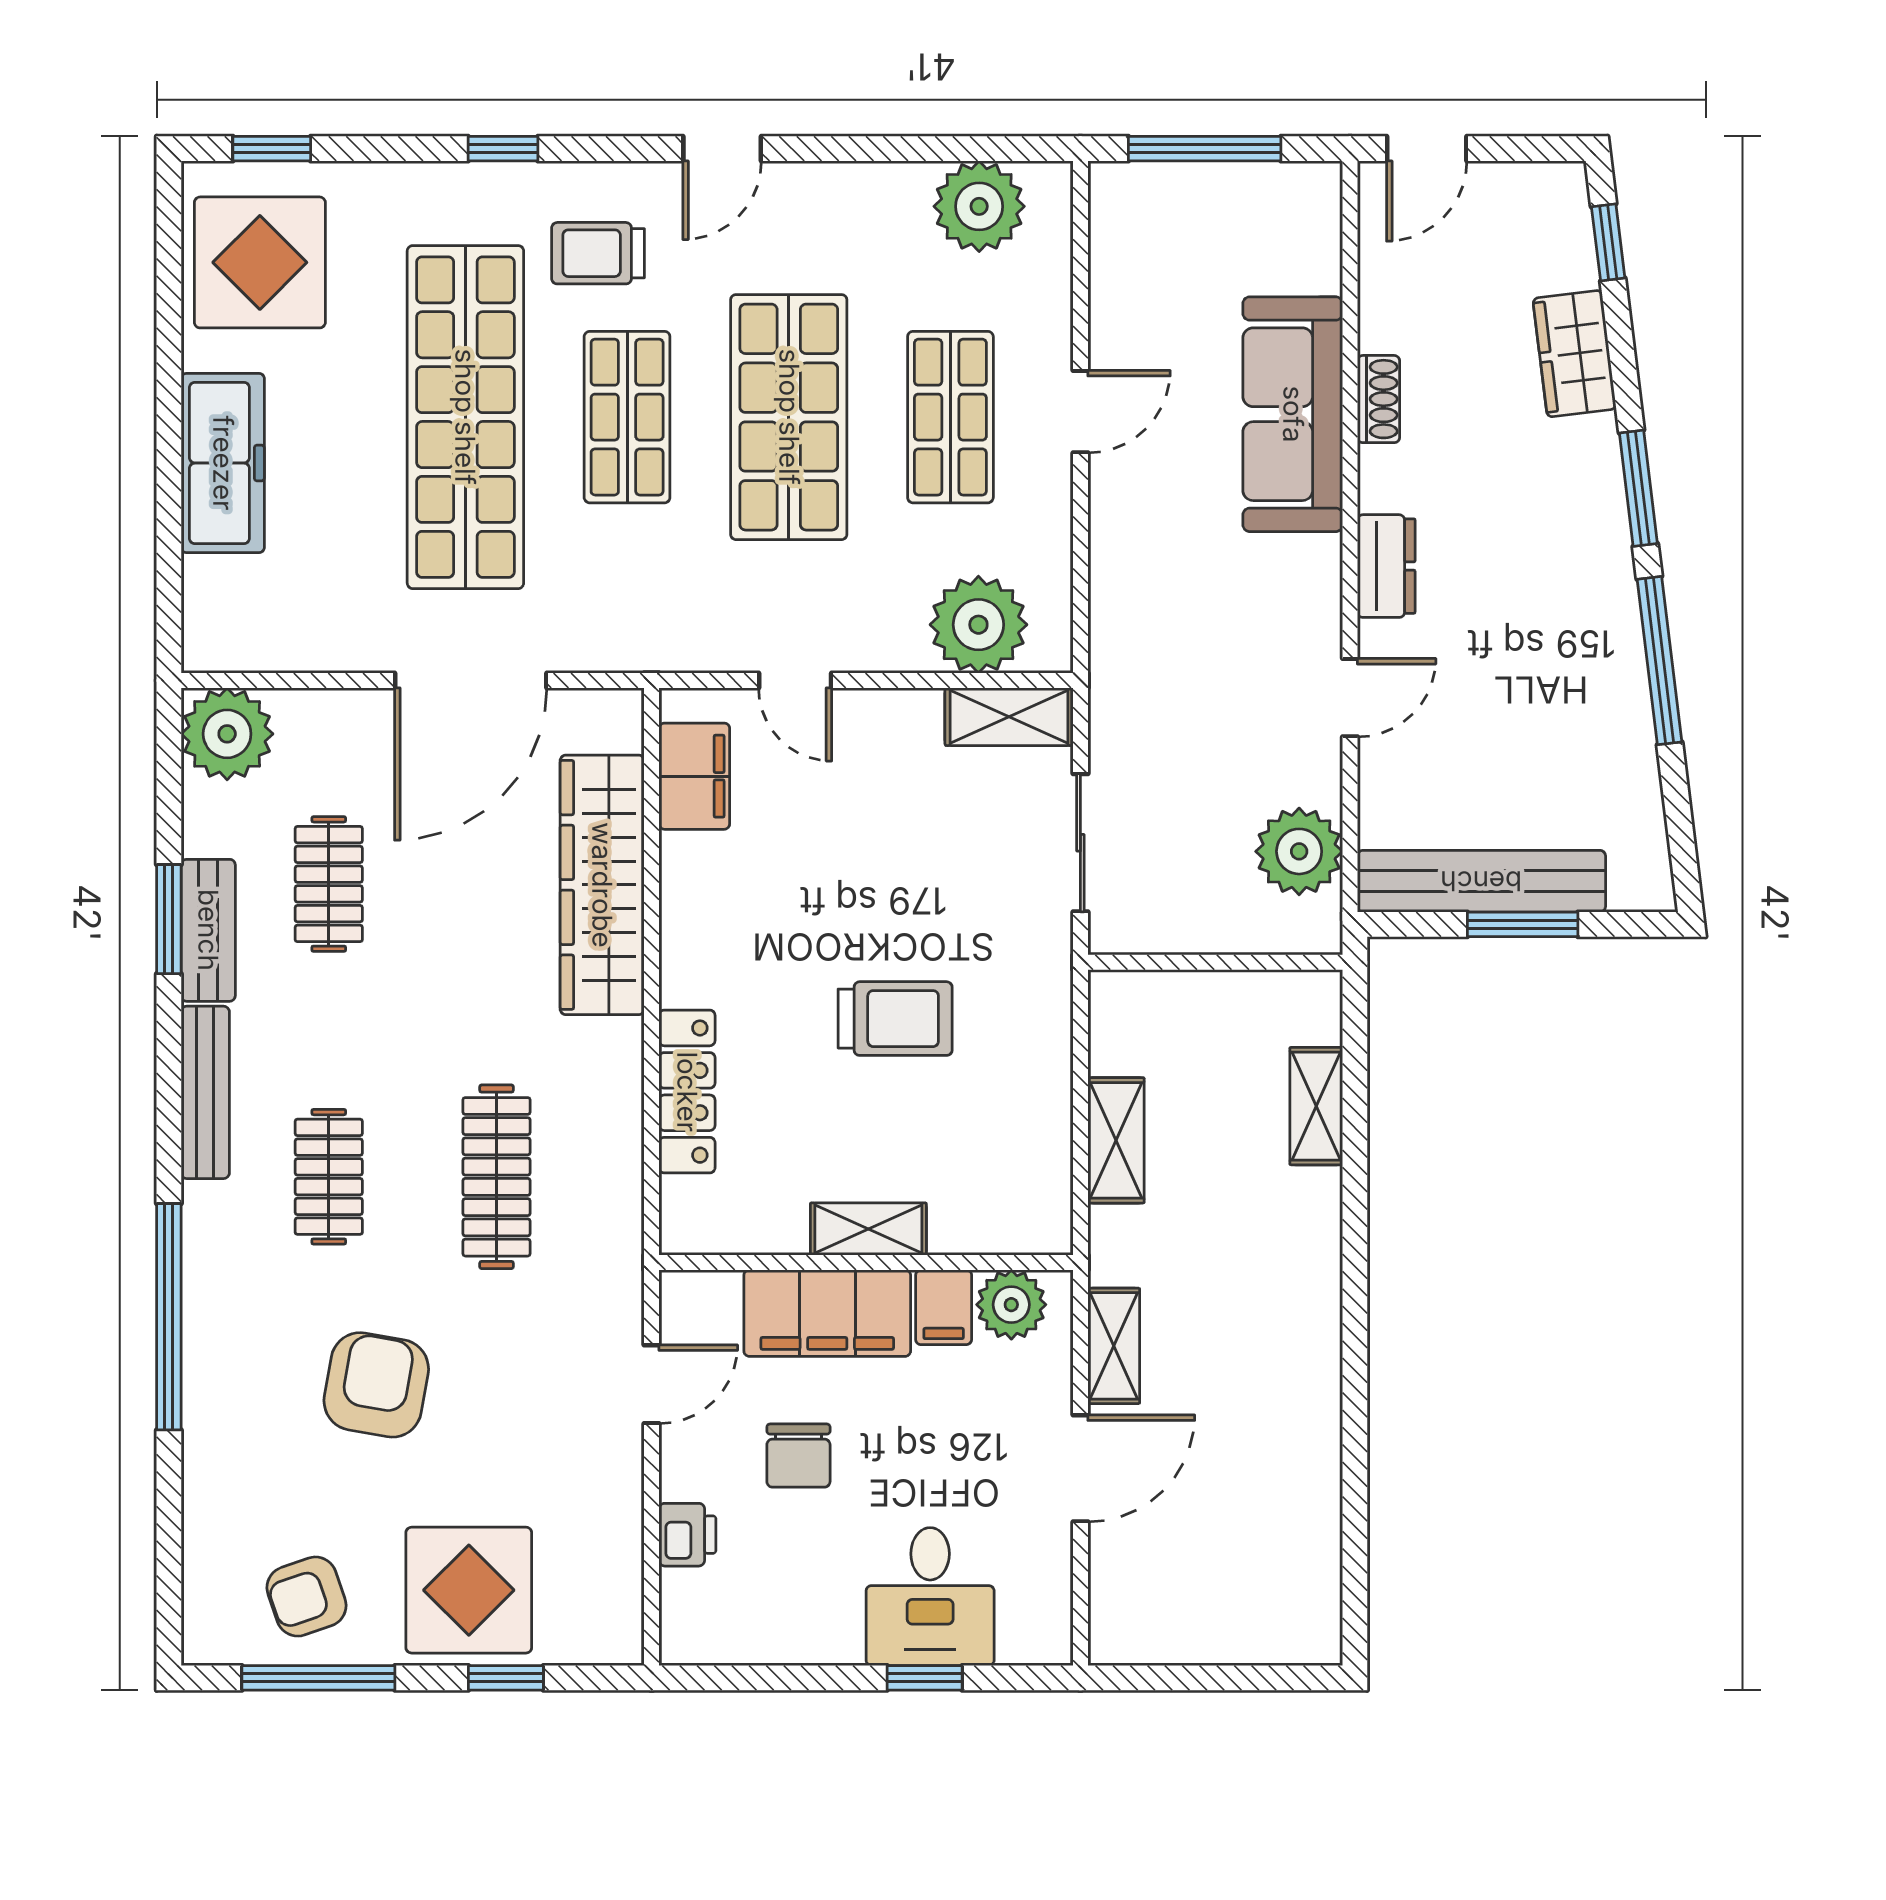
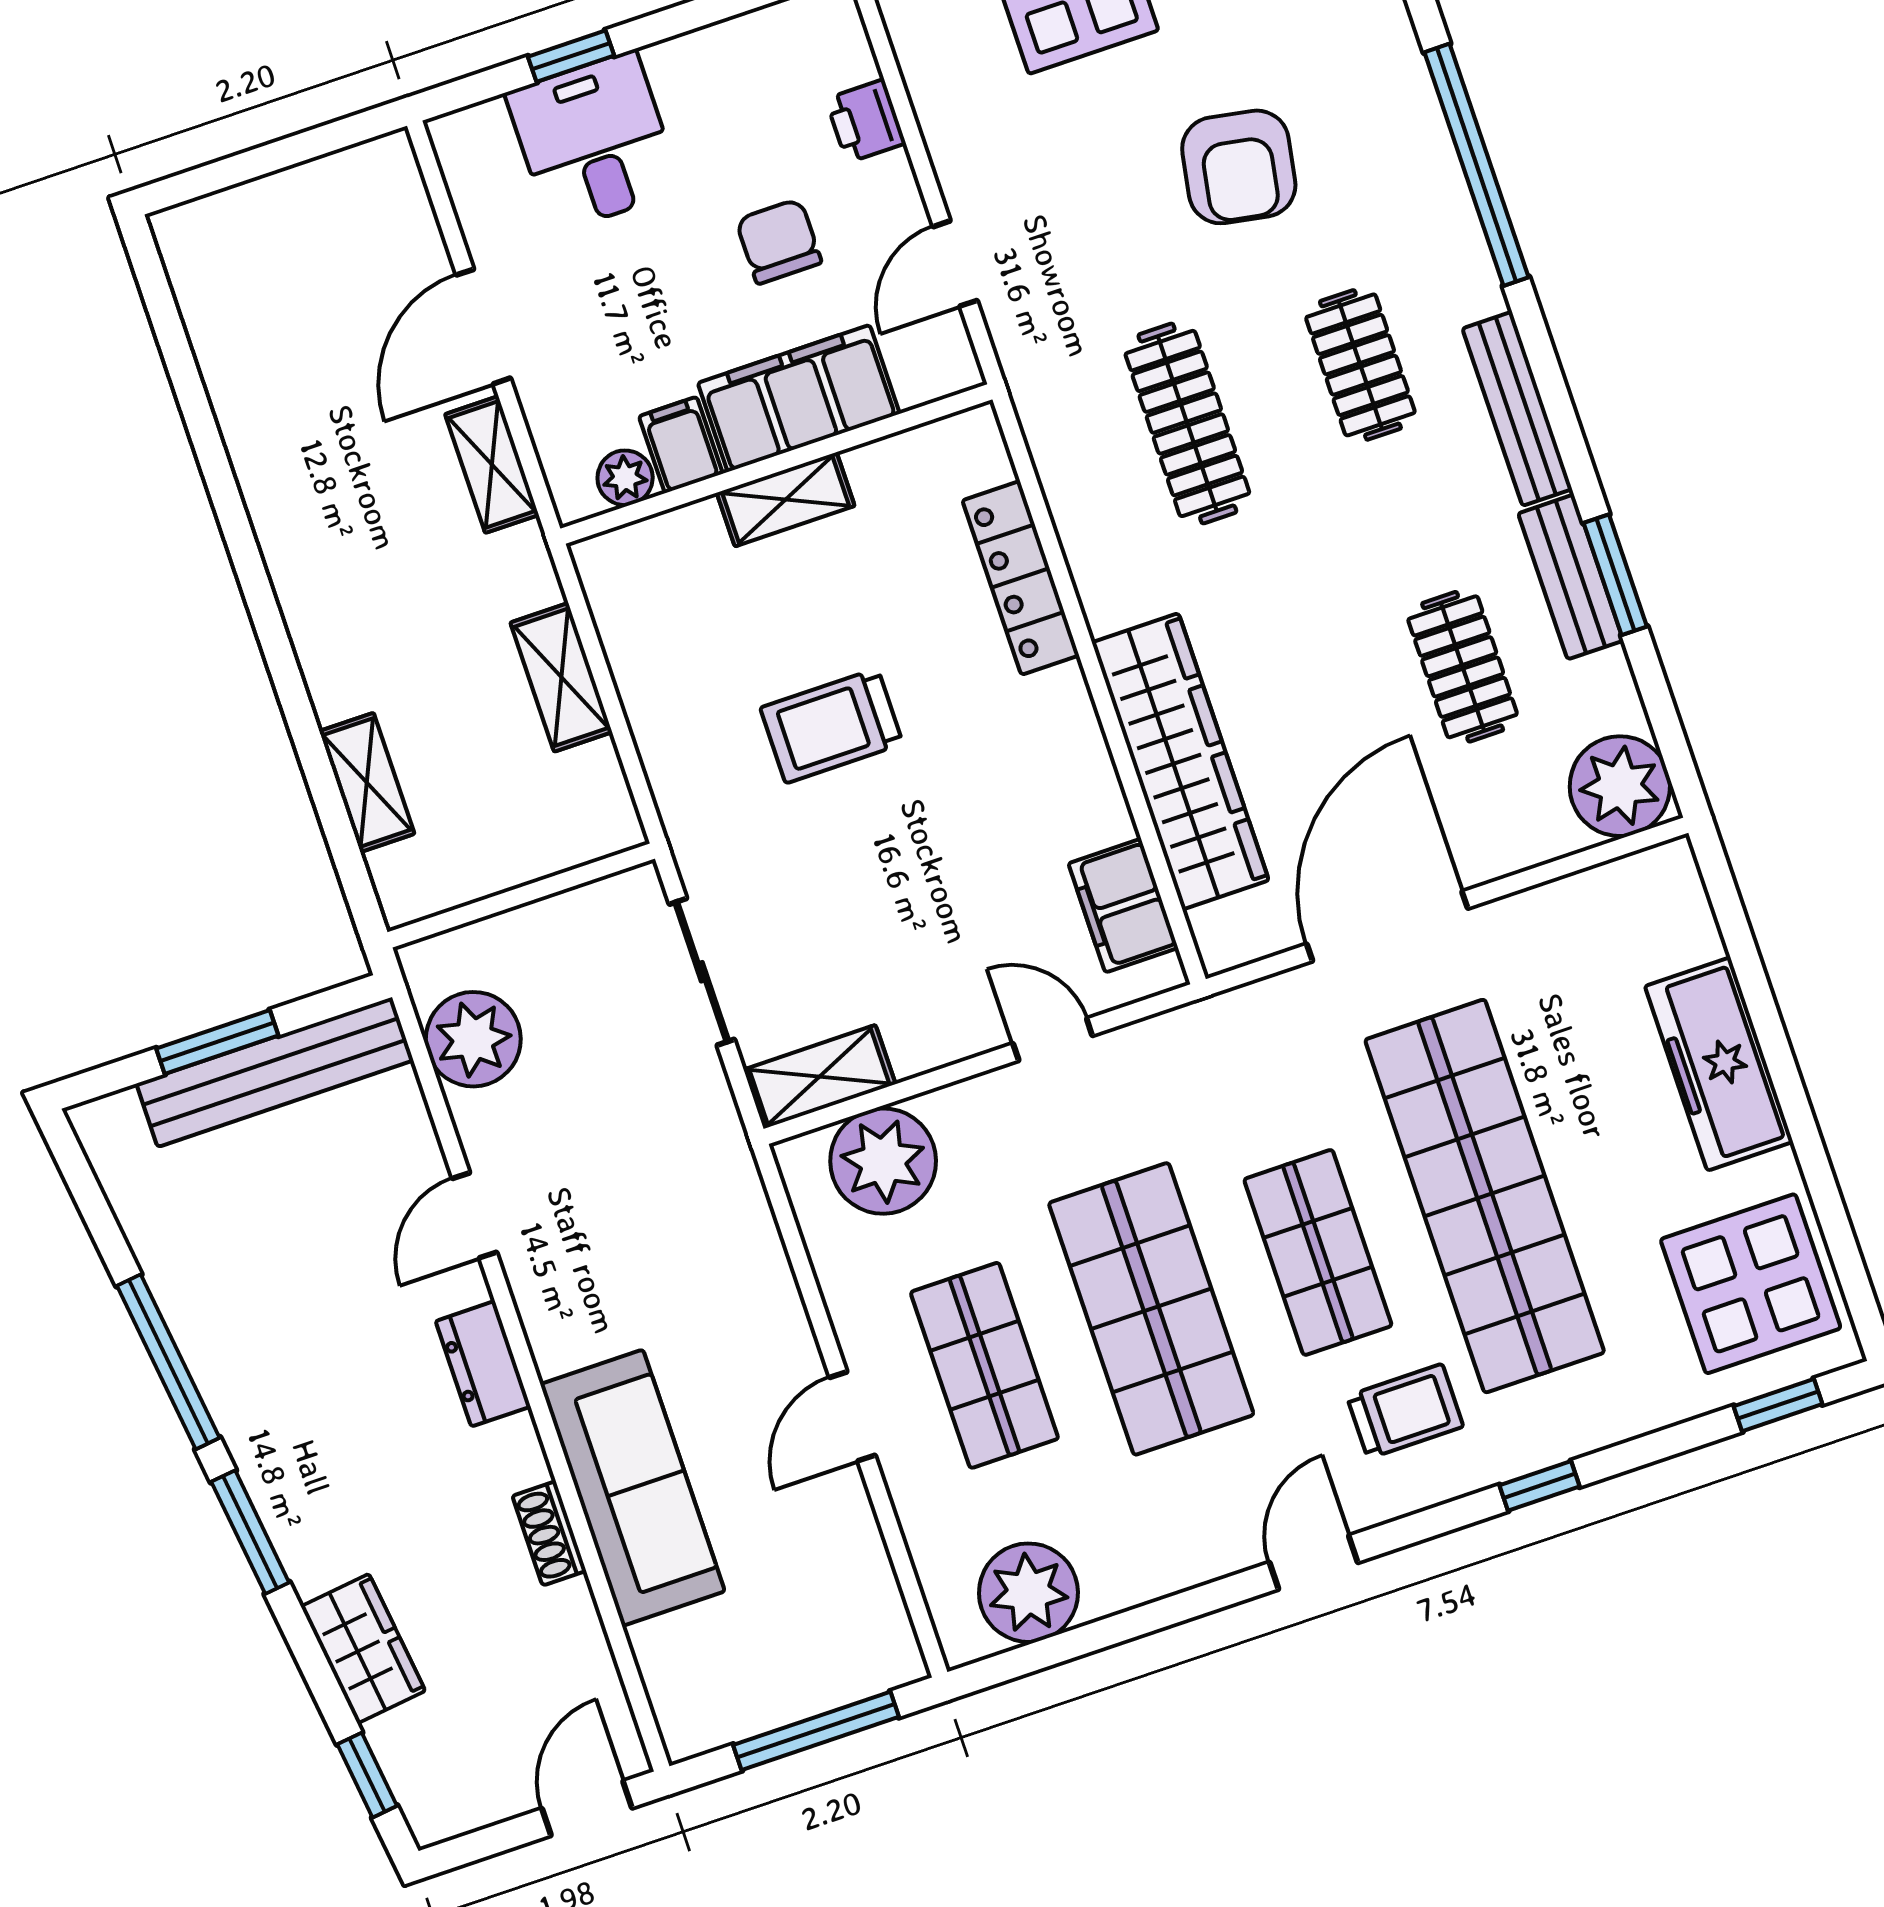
plant: (1011, 1305) -> (625, 478), width x0.73, depth x0.73

